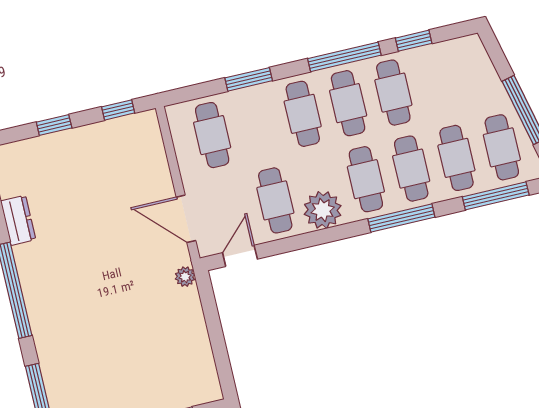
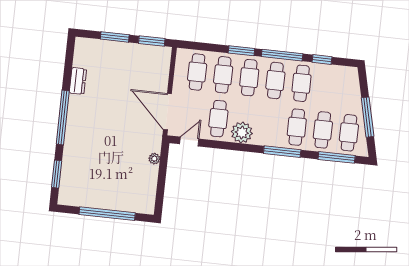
window: (249, 79) -> (241, 51), moved
window: (118, 110) -> (152, 41), width x1.50
window: (54, 125) -> (115, 37), width x1.50
cafe table: (366, 179) -> (223, 75), moved
door: (186, 219) -> (167, 112), width x1.36
plant: (185, 277) -> (154, 159), moved

